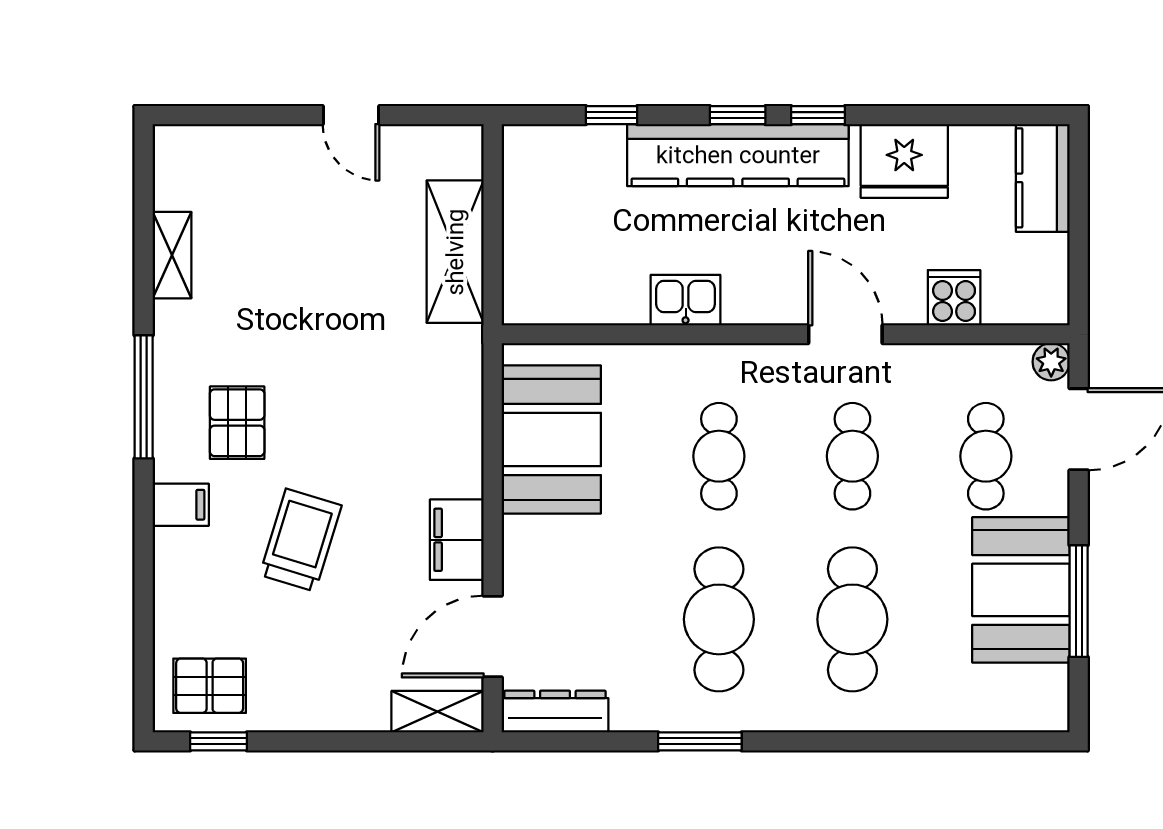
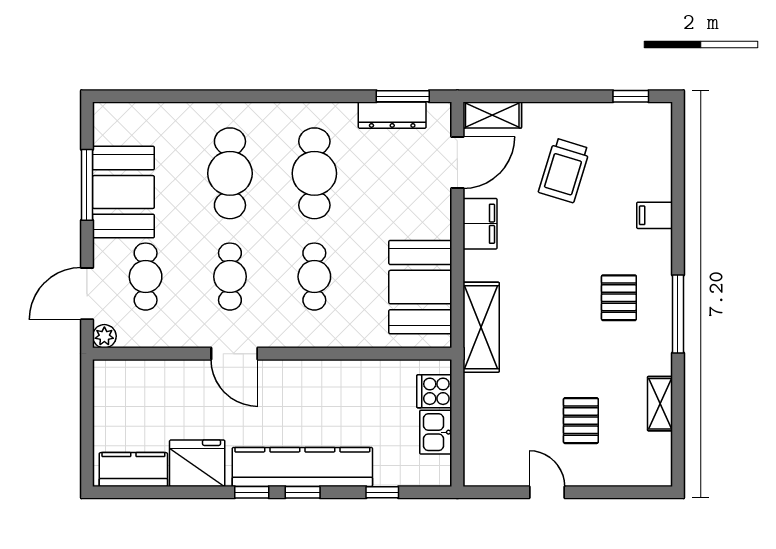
kitchen counter: (1043, 178) -> (133, 470), moved, turned -90
shelving: (455, 252) -> (481, 327), moved
cooker: (954, 298) -> (434, 391), moved, turned 90
kitchen sink: (686, 300) -> (436, 432), moved, turned 90
filing cabinet: (181, 505) -> (655, 215), moved
trolley: (301, 540) -> (564, 170), moved
pallet: (210, 686) -> (581, 421), moved, turned 90
dresser: (555, 712) -> (392, 115), moved
window: (700, 741) -> (403, 96), moved

